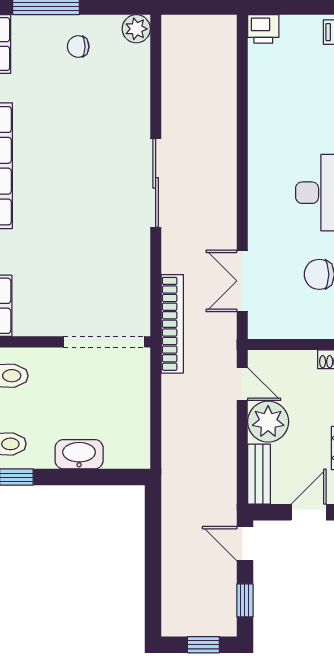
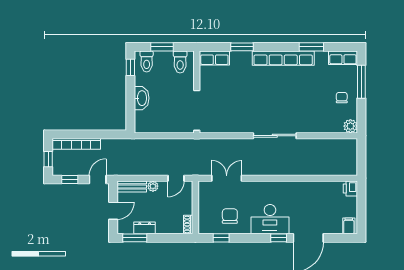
bookcase: (172, 324) -> (76, 144), moved
plant: (268, 422) -> (153, 186), width x0.53, depth x0.53
door: (309, 512) -> (113, 211), hinge flipped

